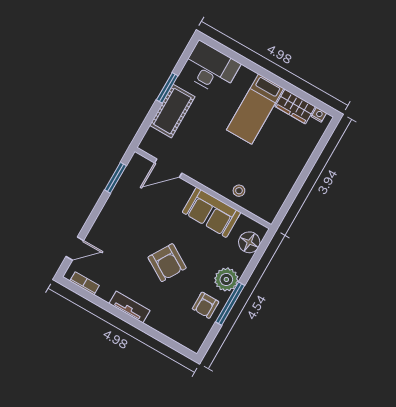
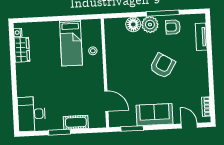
bed: (255, 109) -> (71, 43), moved, turned 90
cot: (172, 111) -> (76, 122), width x0.73, depth x0.75
sofa: (211, 212) -> (155, 115), moved, turned -90
floor lamp: (249, 242) -> (133, 24), moved
armchair: (206, 305) -> (173, 27), turned 180
tv unit: (130, 307) -> (201, 37), moved

